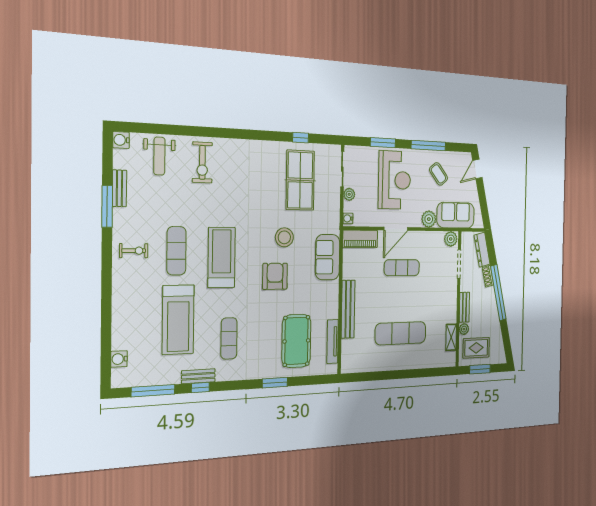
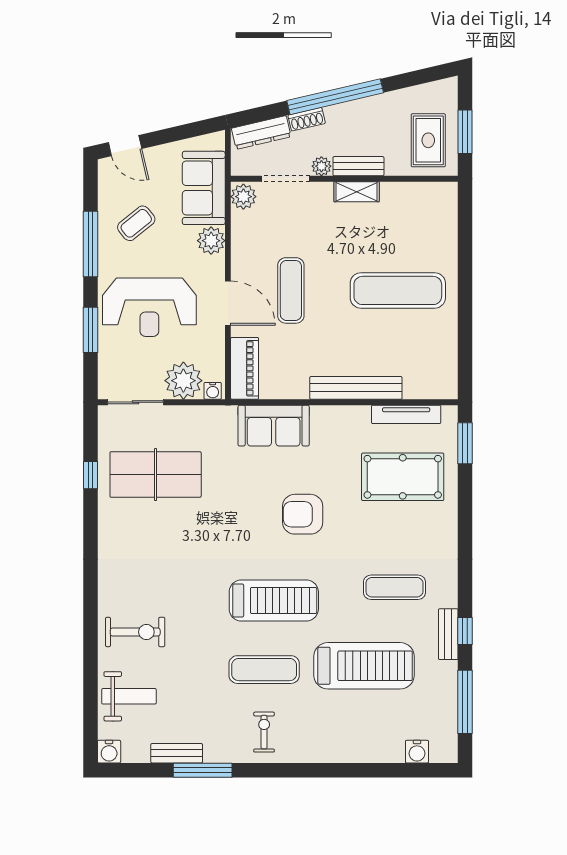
reception desk: (395, 180) -> (149, 307), turned 180
plant: (349, 194) -> (183, 381), width x1.88, depth x1.88
stool: (284, 237) -> (243, 500), removed
treadmill: (222, 257) -> (274, 601), turned 180
plant: (464, 329) -> (321, 166), moved
exercise mat: (401, 333) -> (398, 290), turned 90
shelving: (451, 337) -> (357, 192), moved
window: (275, 383) -> (465, 443), moved

